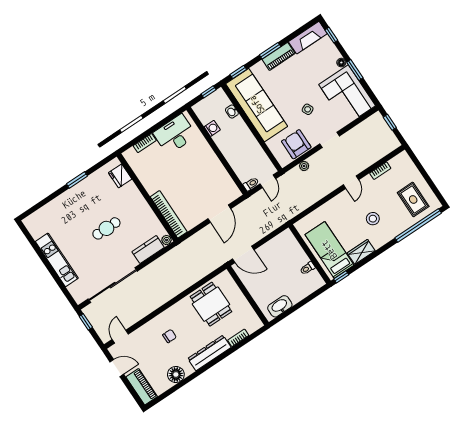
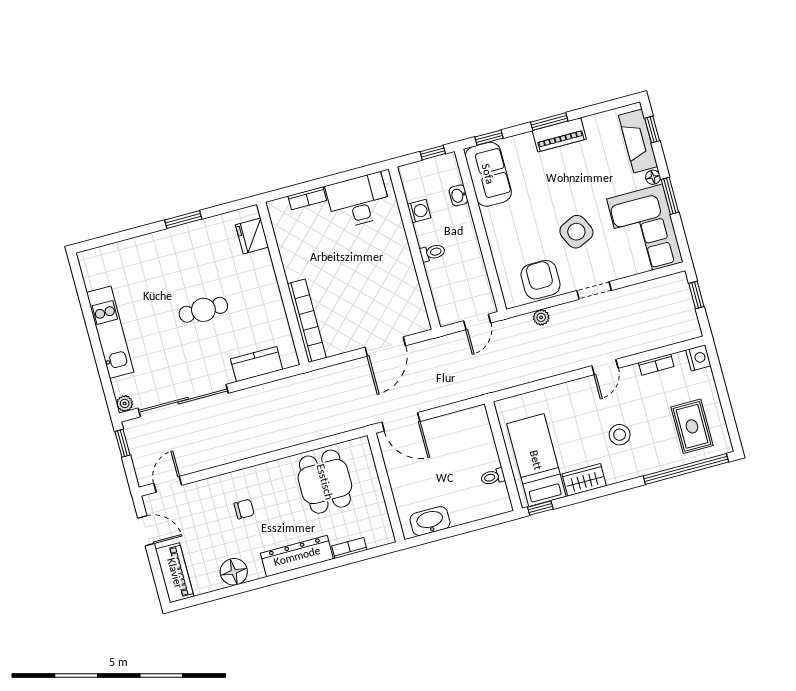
fireplace: (308, 38) -> (638, 141), moved, turned 90
sofa: (257, 105) -> (488, 174), width x0.54, depth x0.79
side table: (308, 109) -> (576, 232), width x1.87, depth x1.87
nightstand: (403, 158) -> (698, 358), added
toilet: (251, 184) -> (433, 253), moved
plant: (167, 240) -> (125, 403), moved

